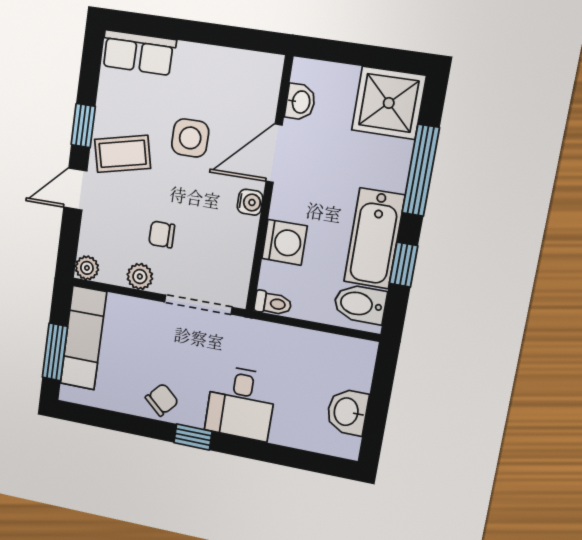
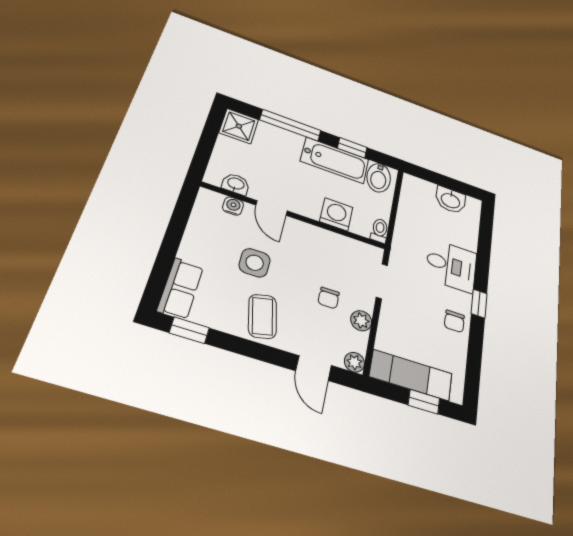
shower: (389, 103) -> (239, 126), width x0.73, depth x0.73
window: (83, 126) -> (189, 330), moved
door: (274, 153) -> (272, 208), width x0.73
door: (75, 189) -> (314, 368), moved
water cooler: (250, 202) -> (233, 206), moved
doorway: (198, 305) -> (382, 281), width x0.73
window: (55, 352) -> (424, 402), width x0.67
chair: (162, 400) -> (454, 321), turned -132

